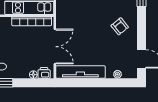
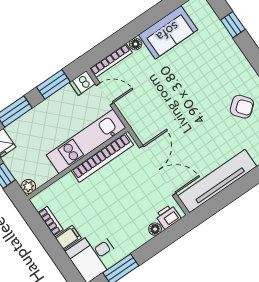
armchair: (120, 26) -> (242, 107), moved

